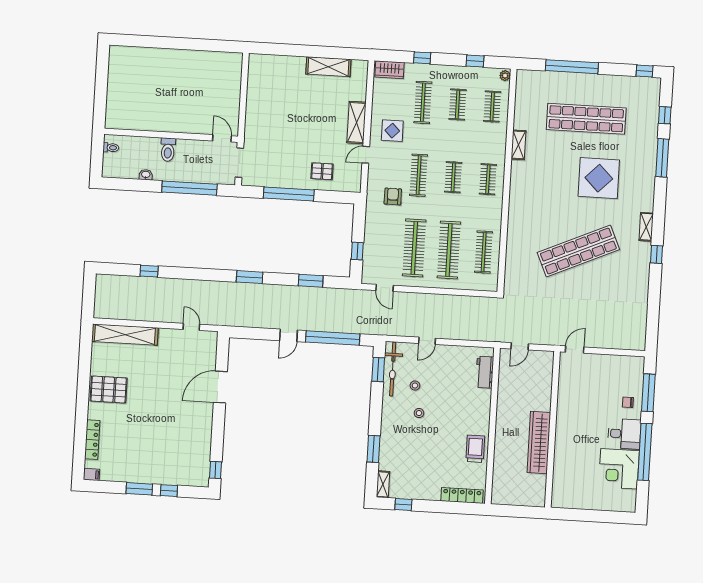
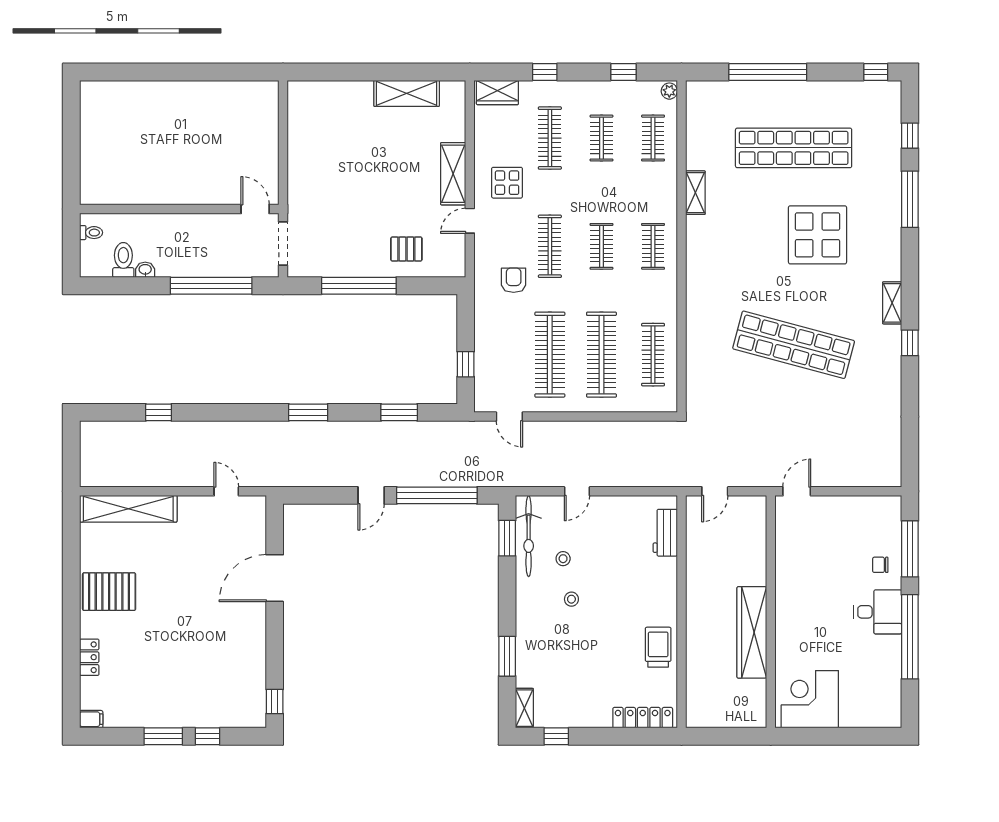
toilet: (168, 150) -> (123, 260), moved, turned 180
shop shelf: (578, 251) -> (794, 345), turned 39
locker: (92, 440) -> (89, 657), width x0.66
corner desk: (619, 469) -> (810, 699), moved, turned 90

